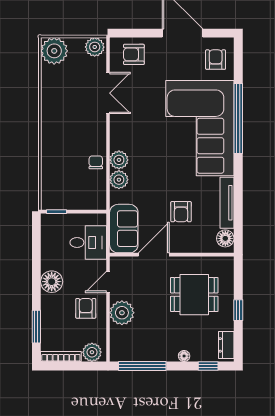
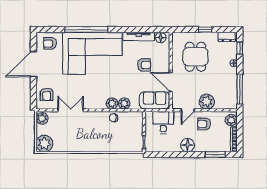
door: (108, 282) -> (188, 110), hinge flipped

